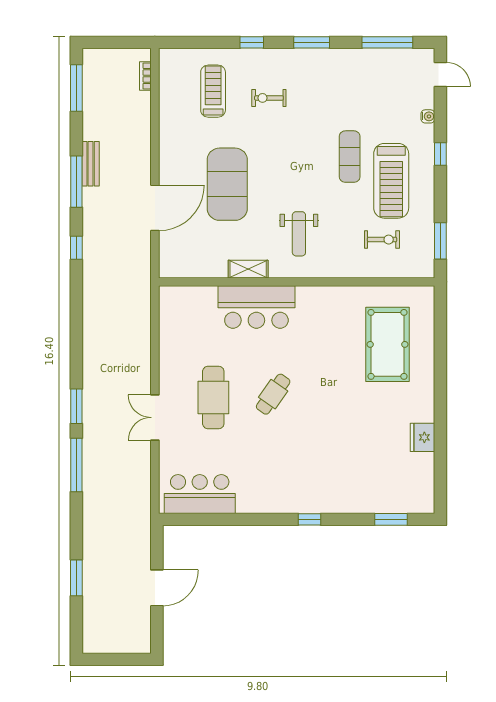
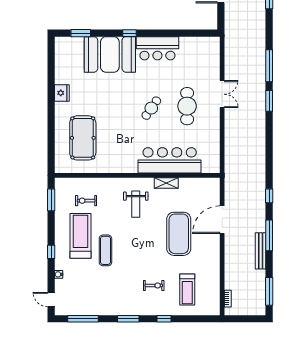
bench: (91, 164) -> (261, 251), width x1.36
weight bench: (299, 234) -> (136, 204), turned 180
bar counter: (256, 307) -> (170, 160), width x1.36
fridge: (422, 437) -> (62, 93), moved
booth: (342, 484) -> (110, 54), added
bar counter: (200, 494) -> (157, 48), moved

